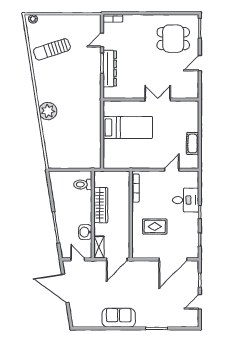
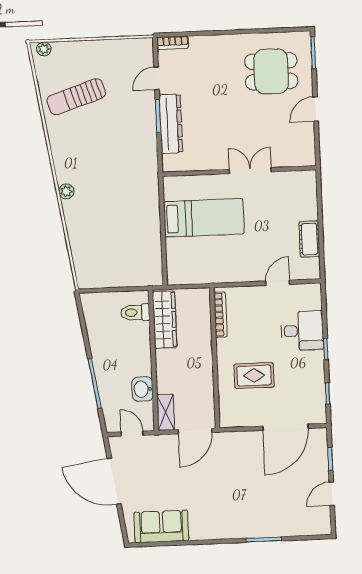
plant: (48, 111) -> (66, 191), width x0.53, depth x0.53
wardrobe: (101, 205) -> (165, 320), moved
sofa: (119, 318) -> (161, 527), moved

